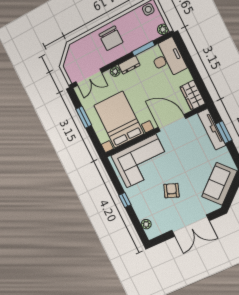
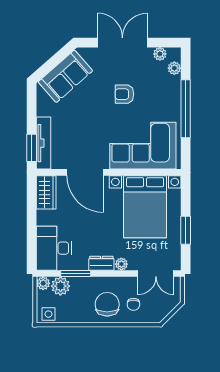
plant: (150, 34) -> (60, 286), added
chair: (93, 48) -> (133, 304), added
double door: (89, 77) -> (156, 273), swing flipped
window: (224, 132) -> (32, 148), moved
armchair: (171, 191) -> (124, 94), turned 69
window: (125, 200) -> (186, 109), width x3.17
plant: (161, 229) -> (160, 54), added

